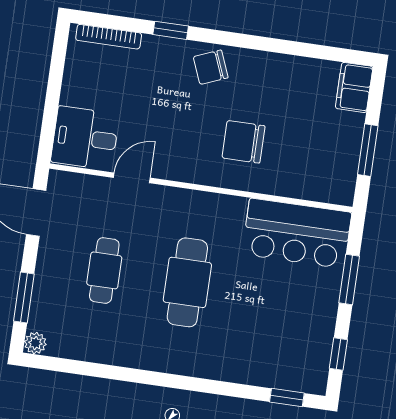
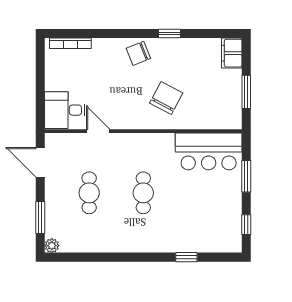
window: (171, 30) -> (169, 34), moved
chair: (244, 142) -> (166, 98), turned 118
door: (132, 178) -> (98, 131), hinge flipped
cafe table: (187, 282) -> (143, 193), width x0.73, depth x0.74
window: (287, 397) -> (186, 257), moved

